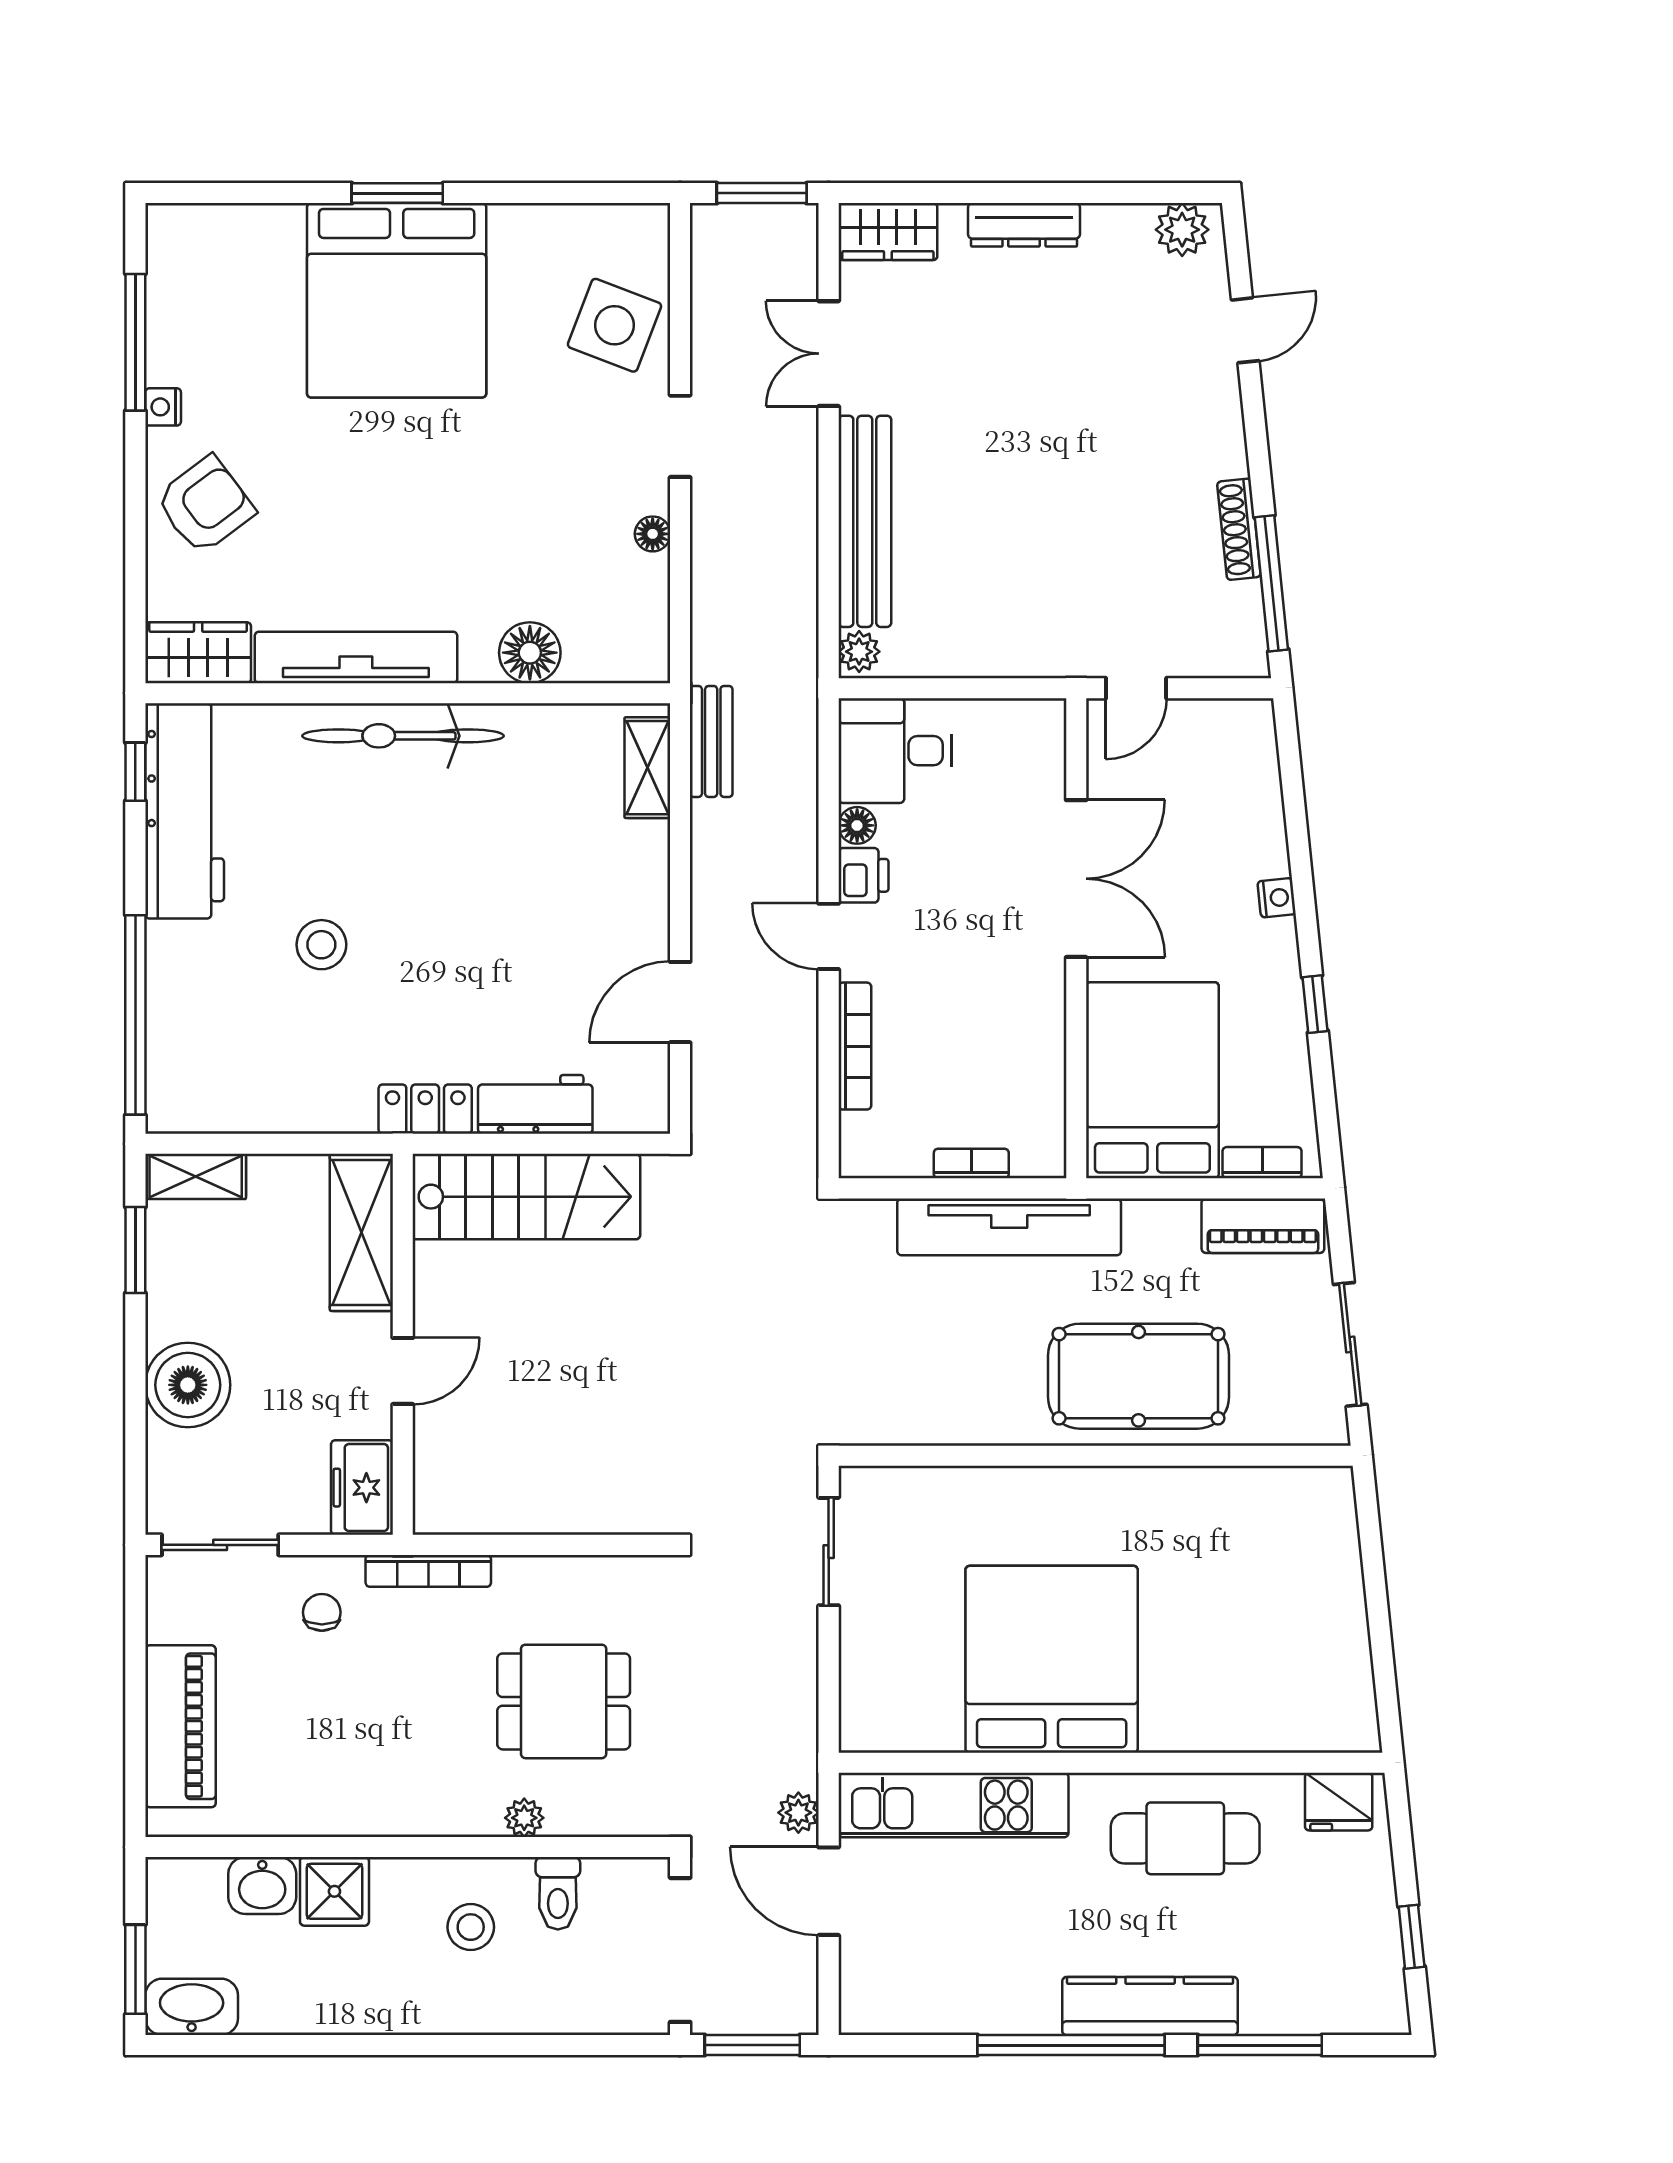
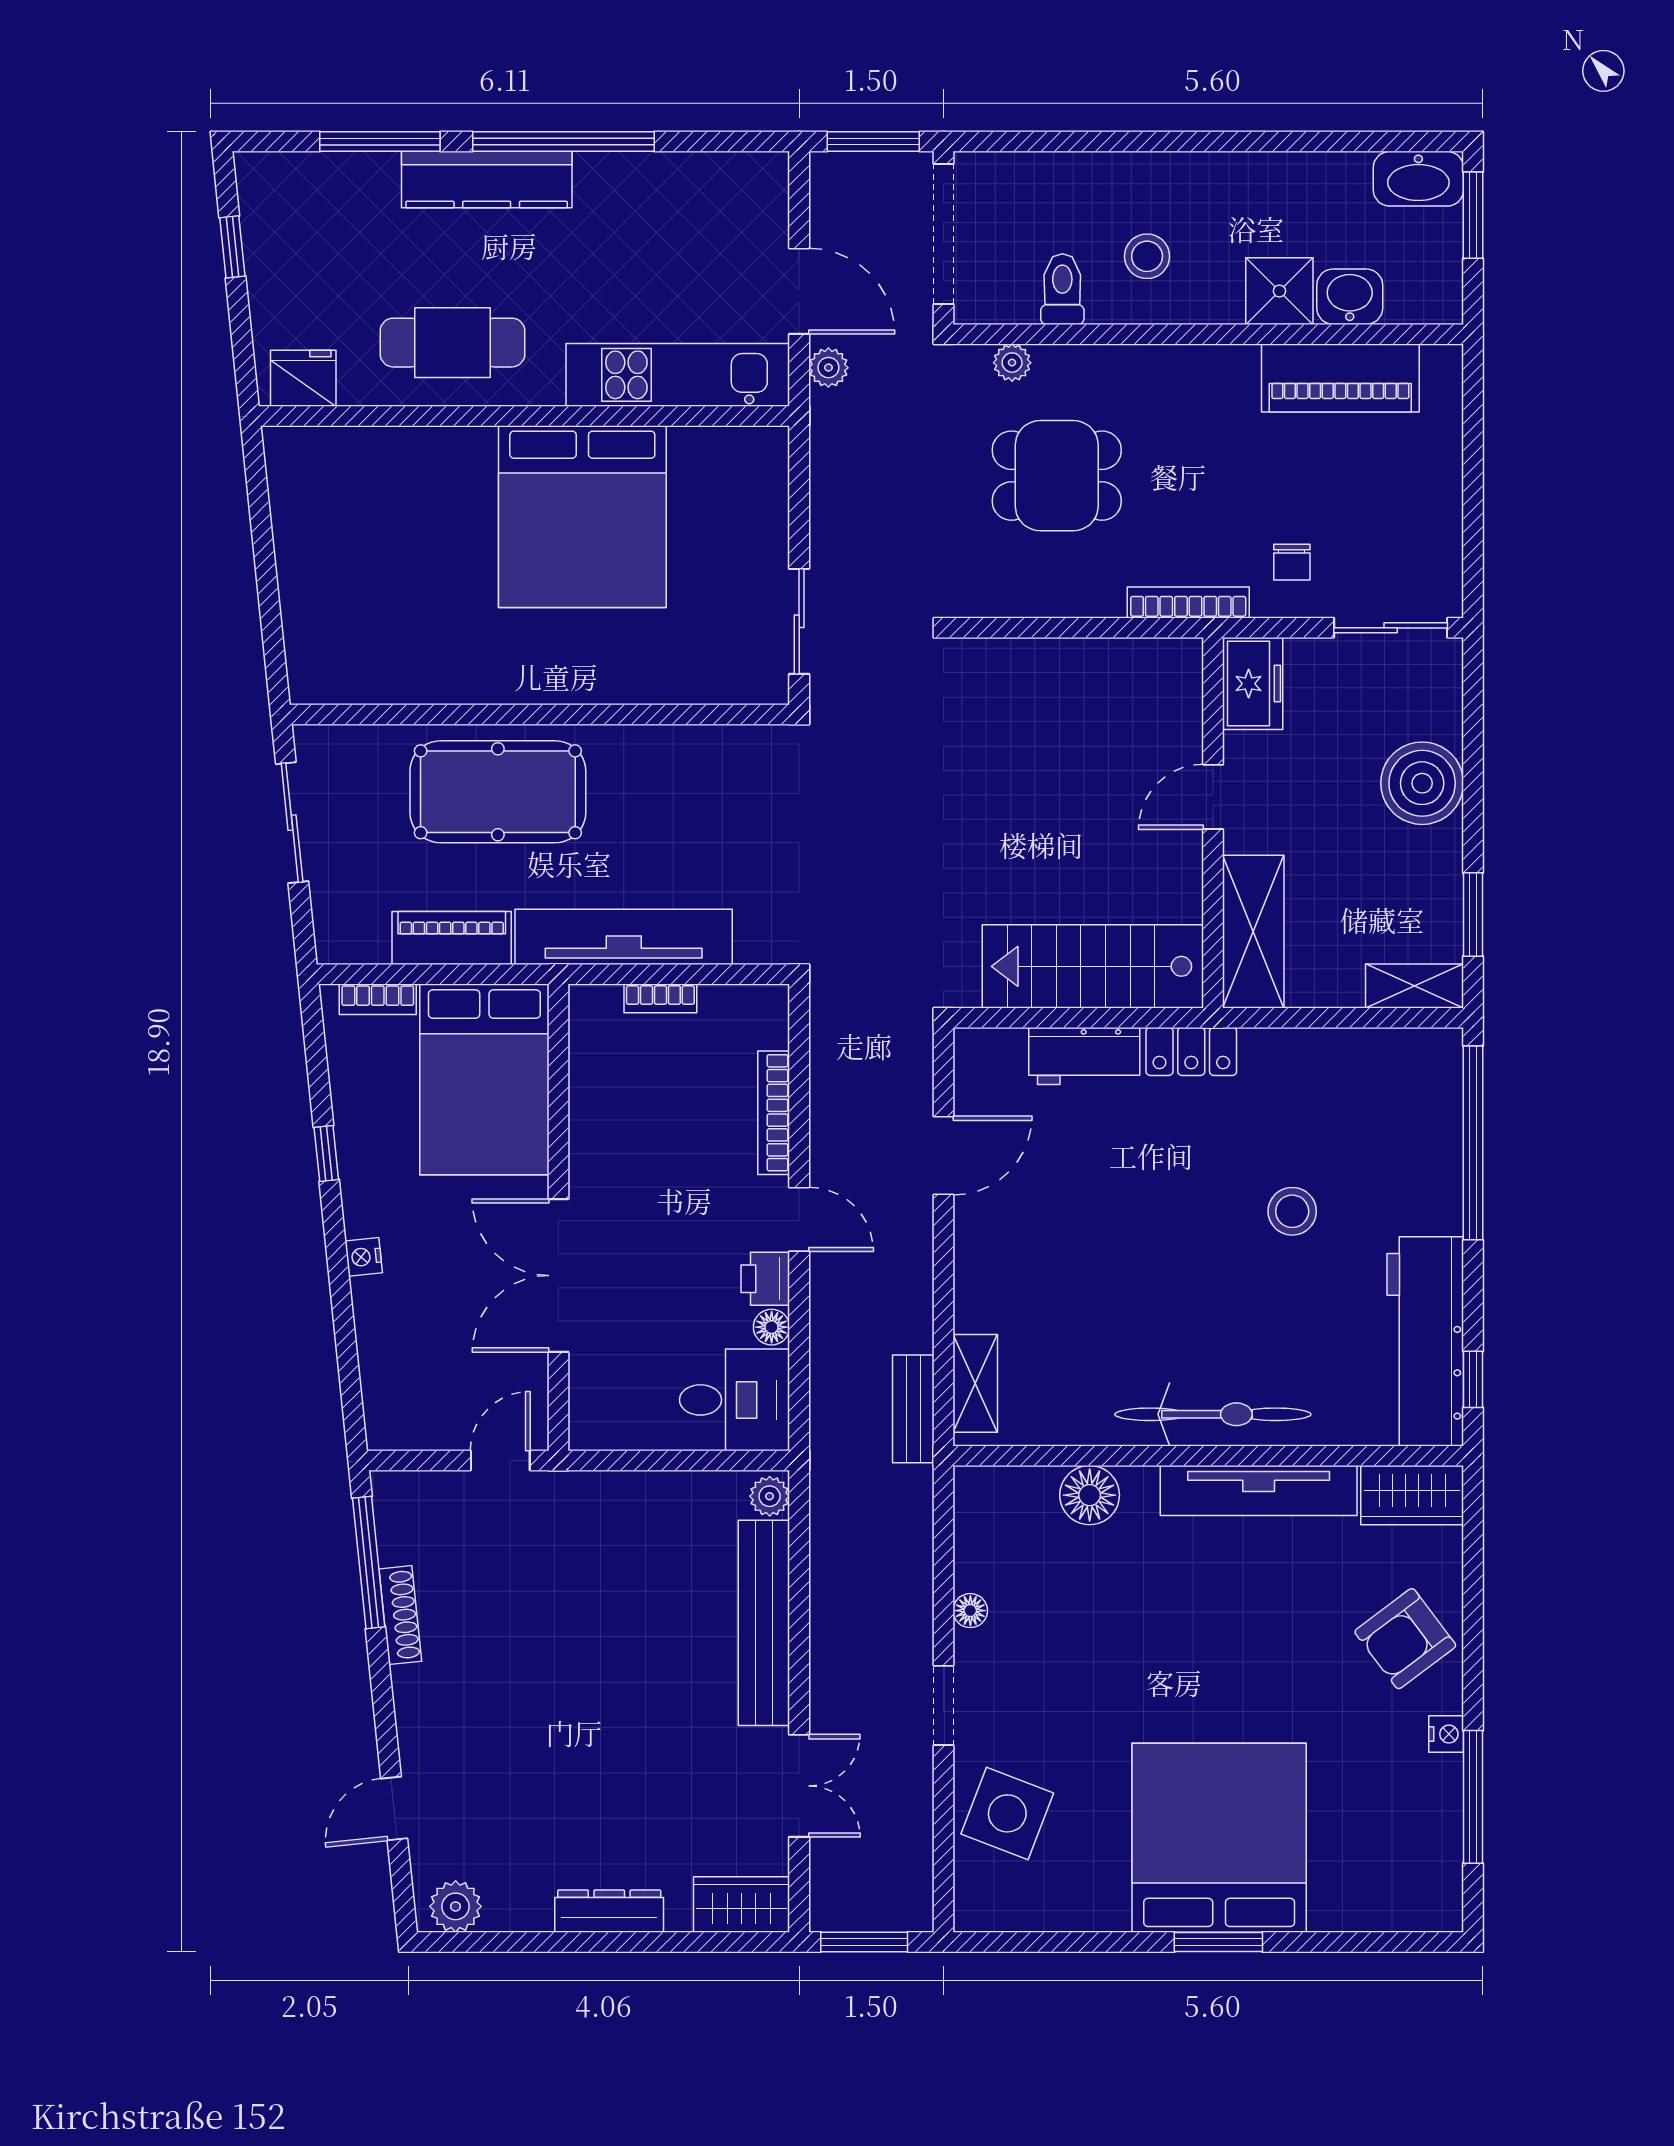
piano: (1263, 1226) -> (452, 938), moved
piano: (180, 1726) -> (1340, 378), moved, turned -90
plant: (524, 1818) -> (1012, 363), moved

